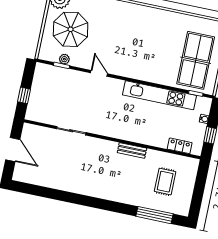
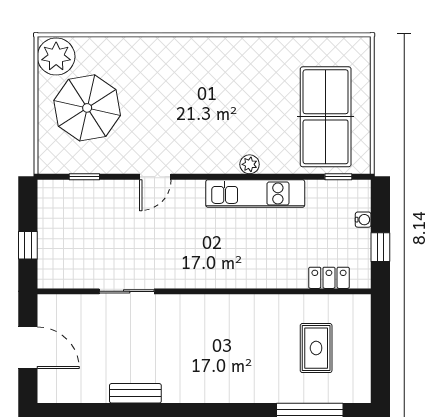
plant: (64, 59) -> (250, 164), moved
door: (99, 73) -> (155, 177), swing flipped
kitchen unit: (159, 95) -> (255, 193), width x0.73
bench: (132, 150) -> (135, 393), moved

